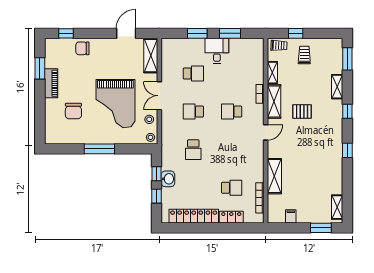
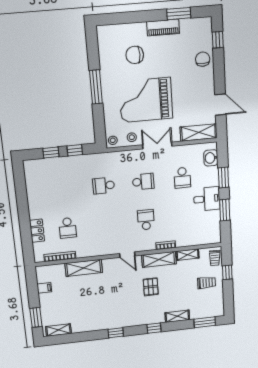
school desk: (193, 112) -> (143, 182), turned 90
washbasin: (168, 179) -> (211, 158), moved, turned 90
locker: (194, 216) -> (34, 193), removed

